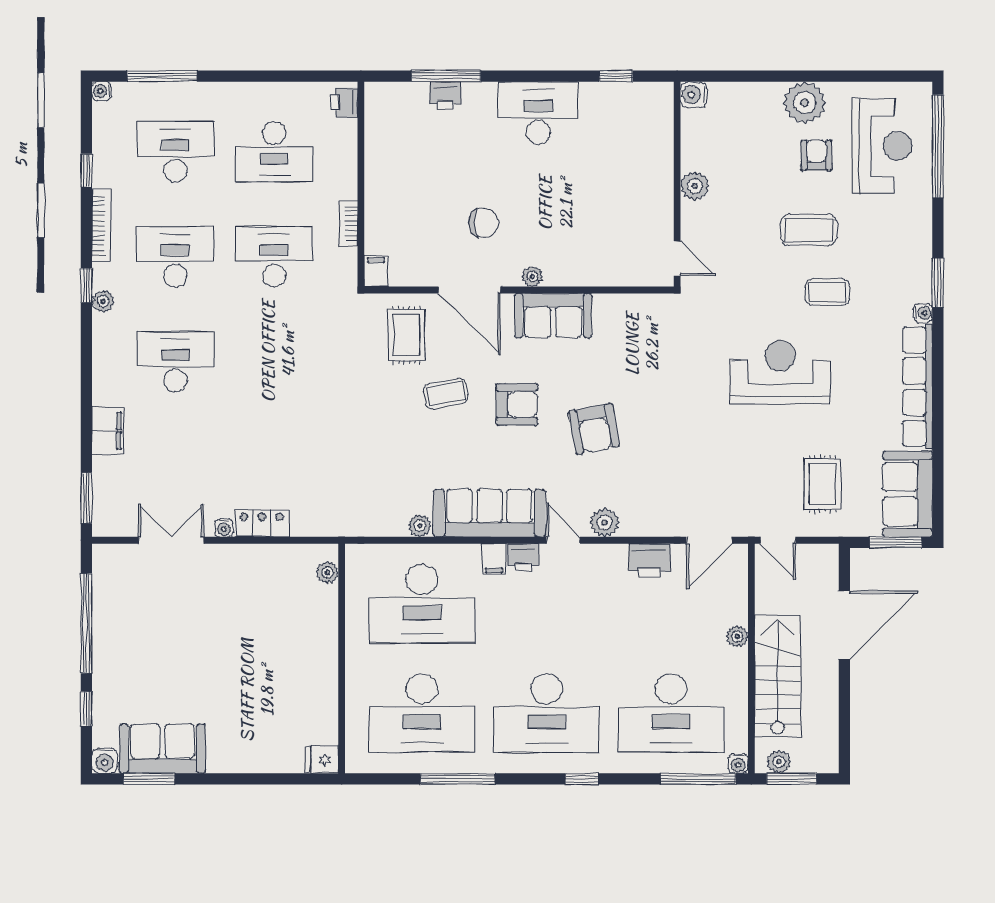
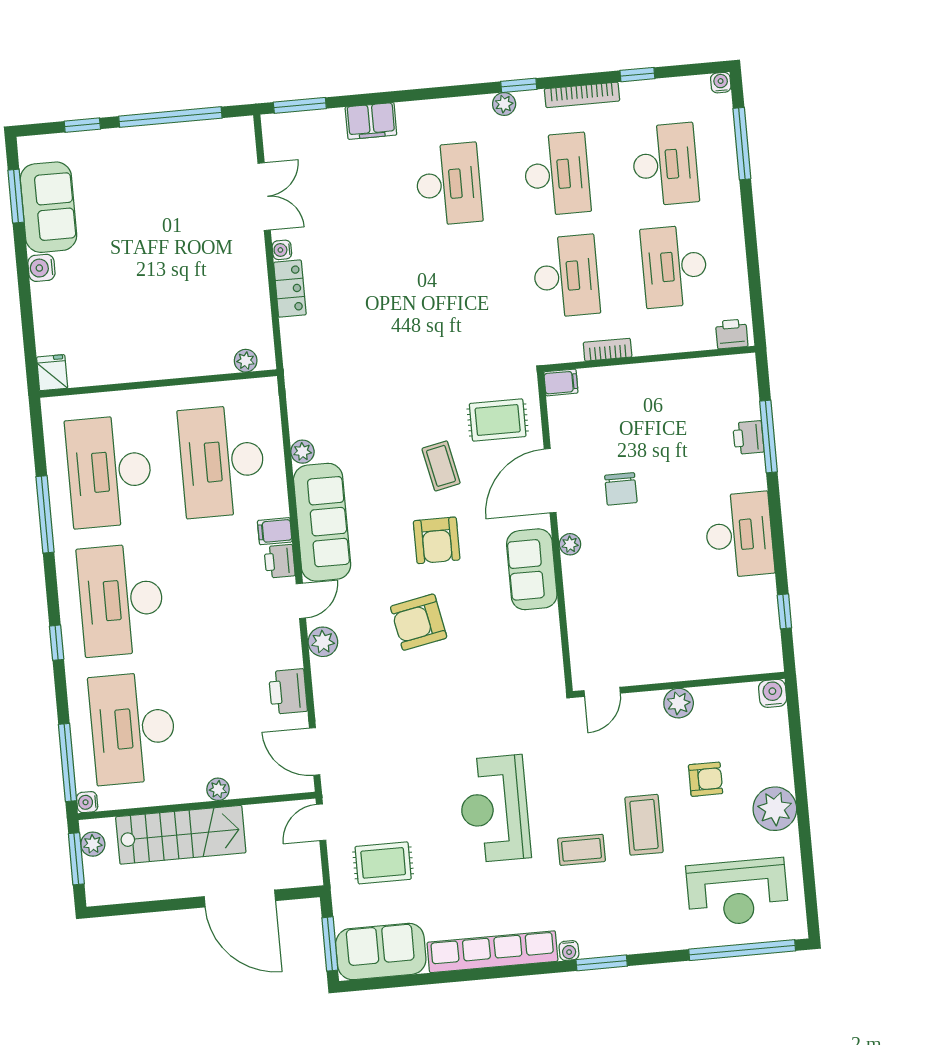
armchair: (816, 155) -> (706, 779), moved
coffee table: (827, 292) -> (582, 850), turned 90
reception desk: (780, 372) -> (494, 809), turned 180
water cooler: (105, 761) -> (41, 268), moved

